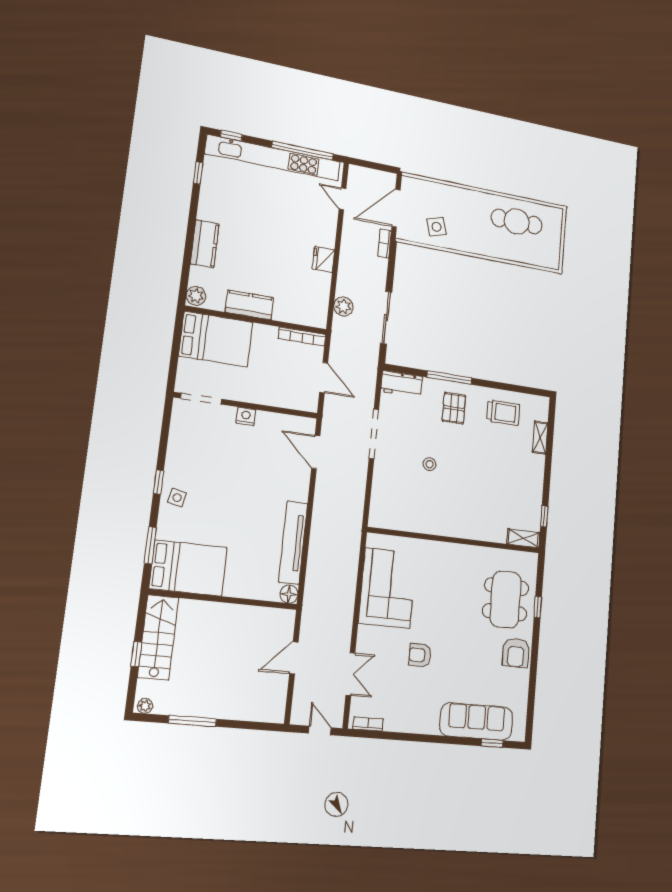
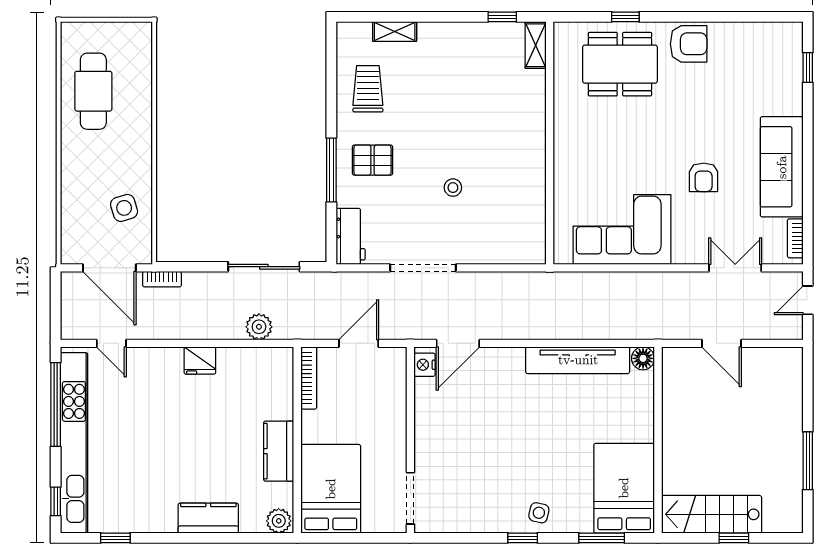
door: (343, 199) -> (111, 343), hinge flipped
nightstand: (246, 416) -> (425, 365), moved
plant: (145, 706) -> (794, 520), removed
sofa: (476, 721) -> (782, 167), moved

